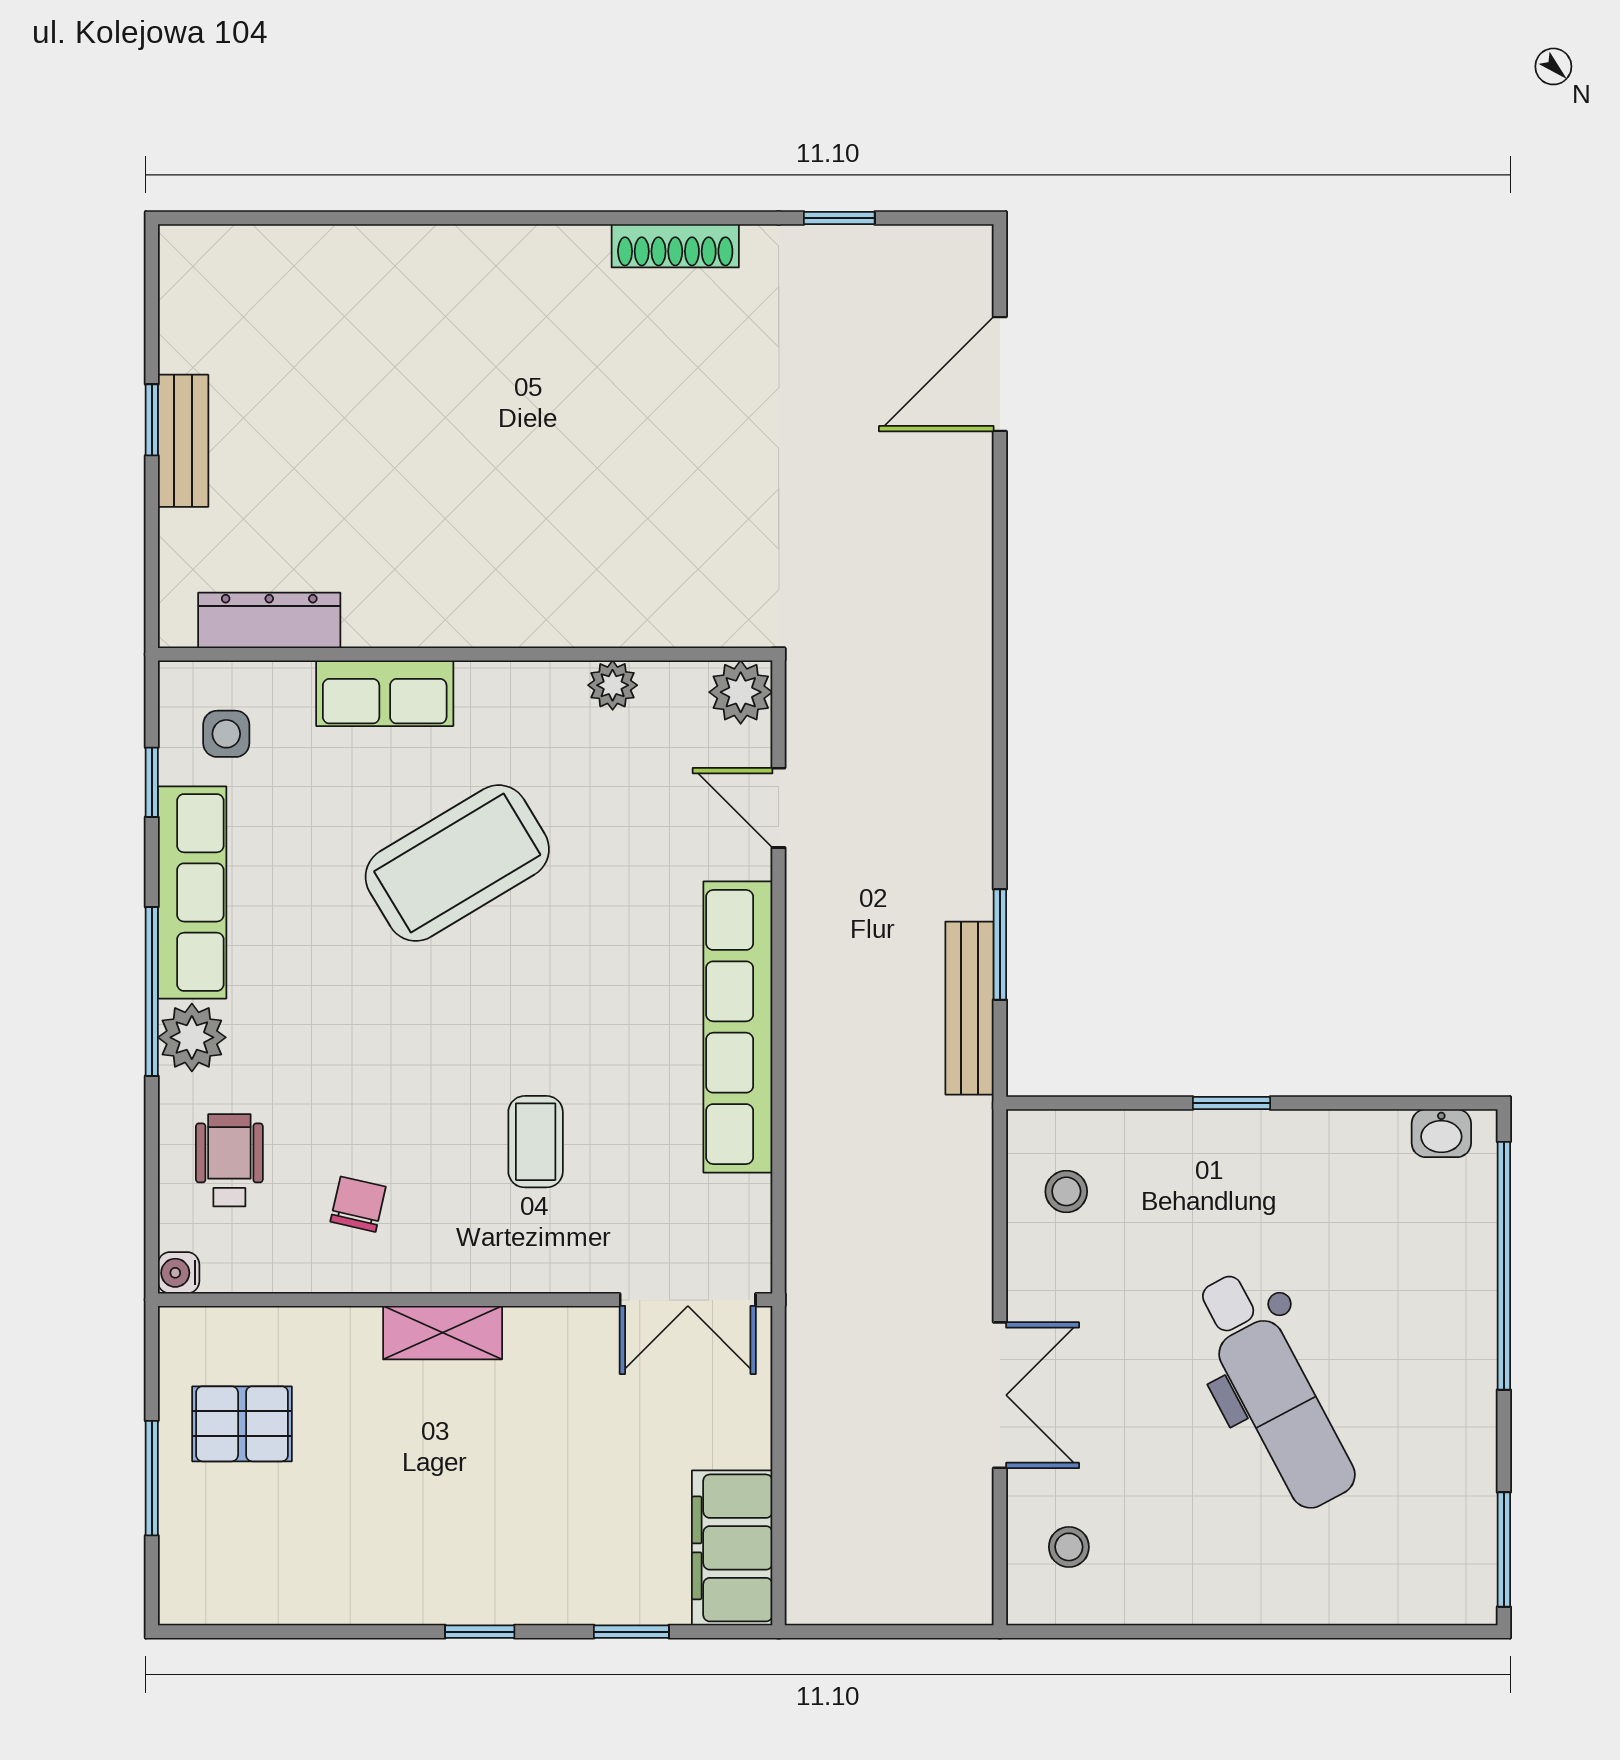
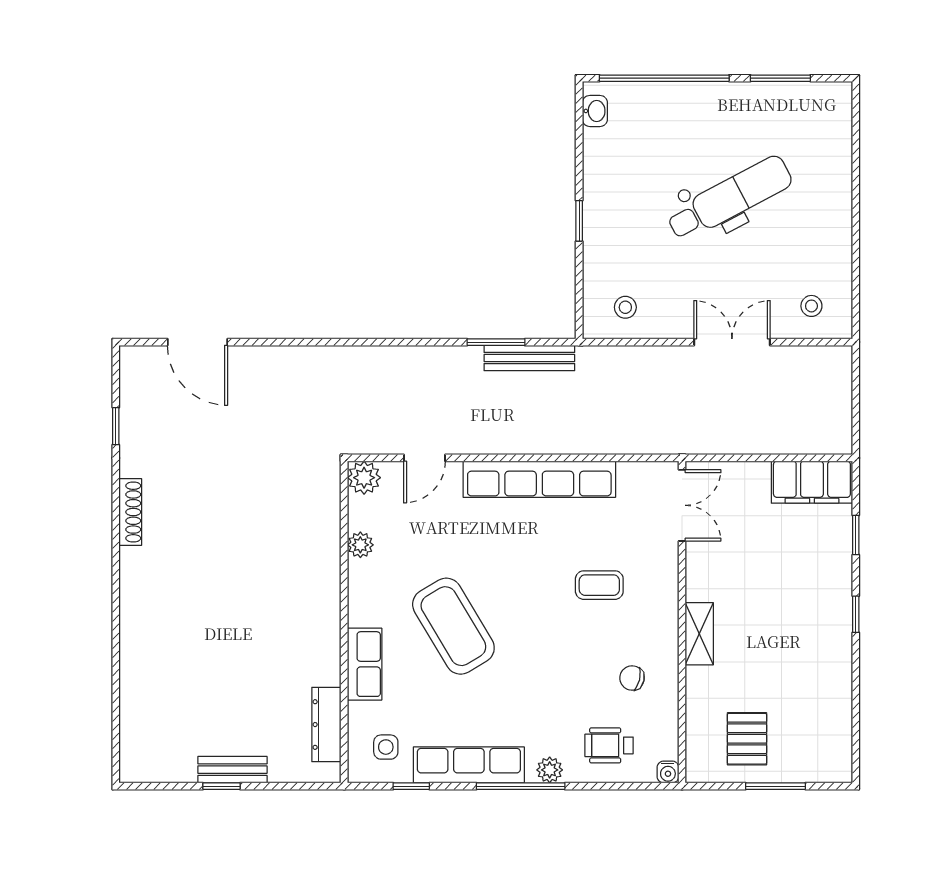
plant: (192, 1037) -> (550, 770), width x0.73, depth x0.73
window: (1504, 1549) -> (780, 78), moved

